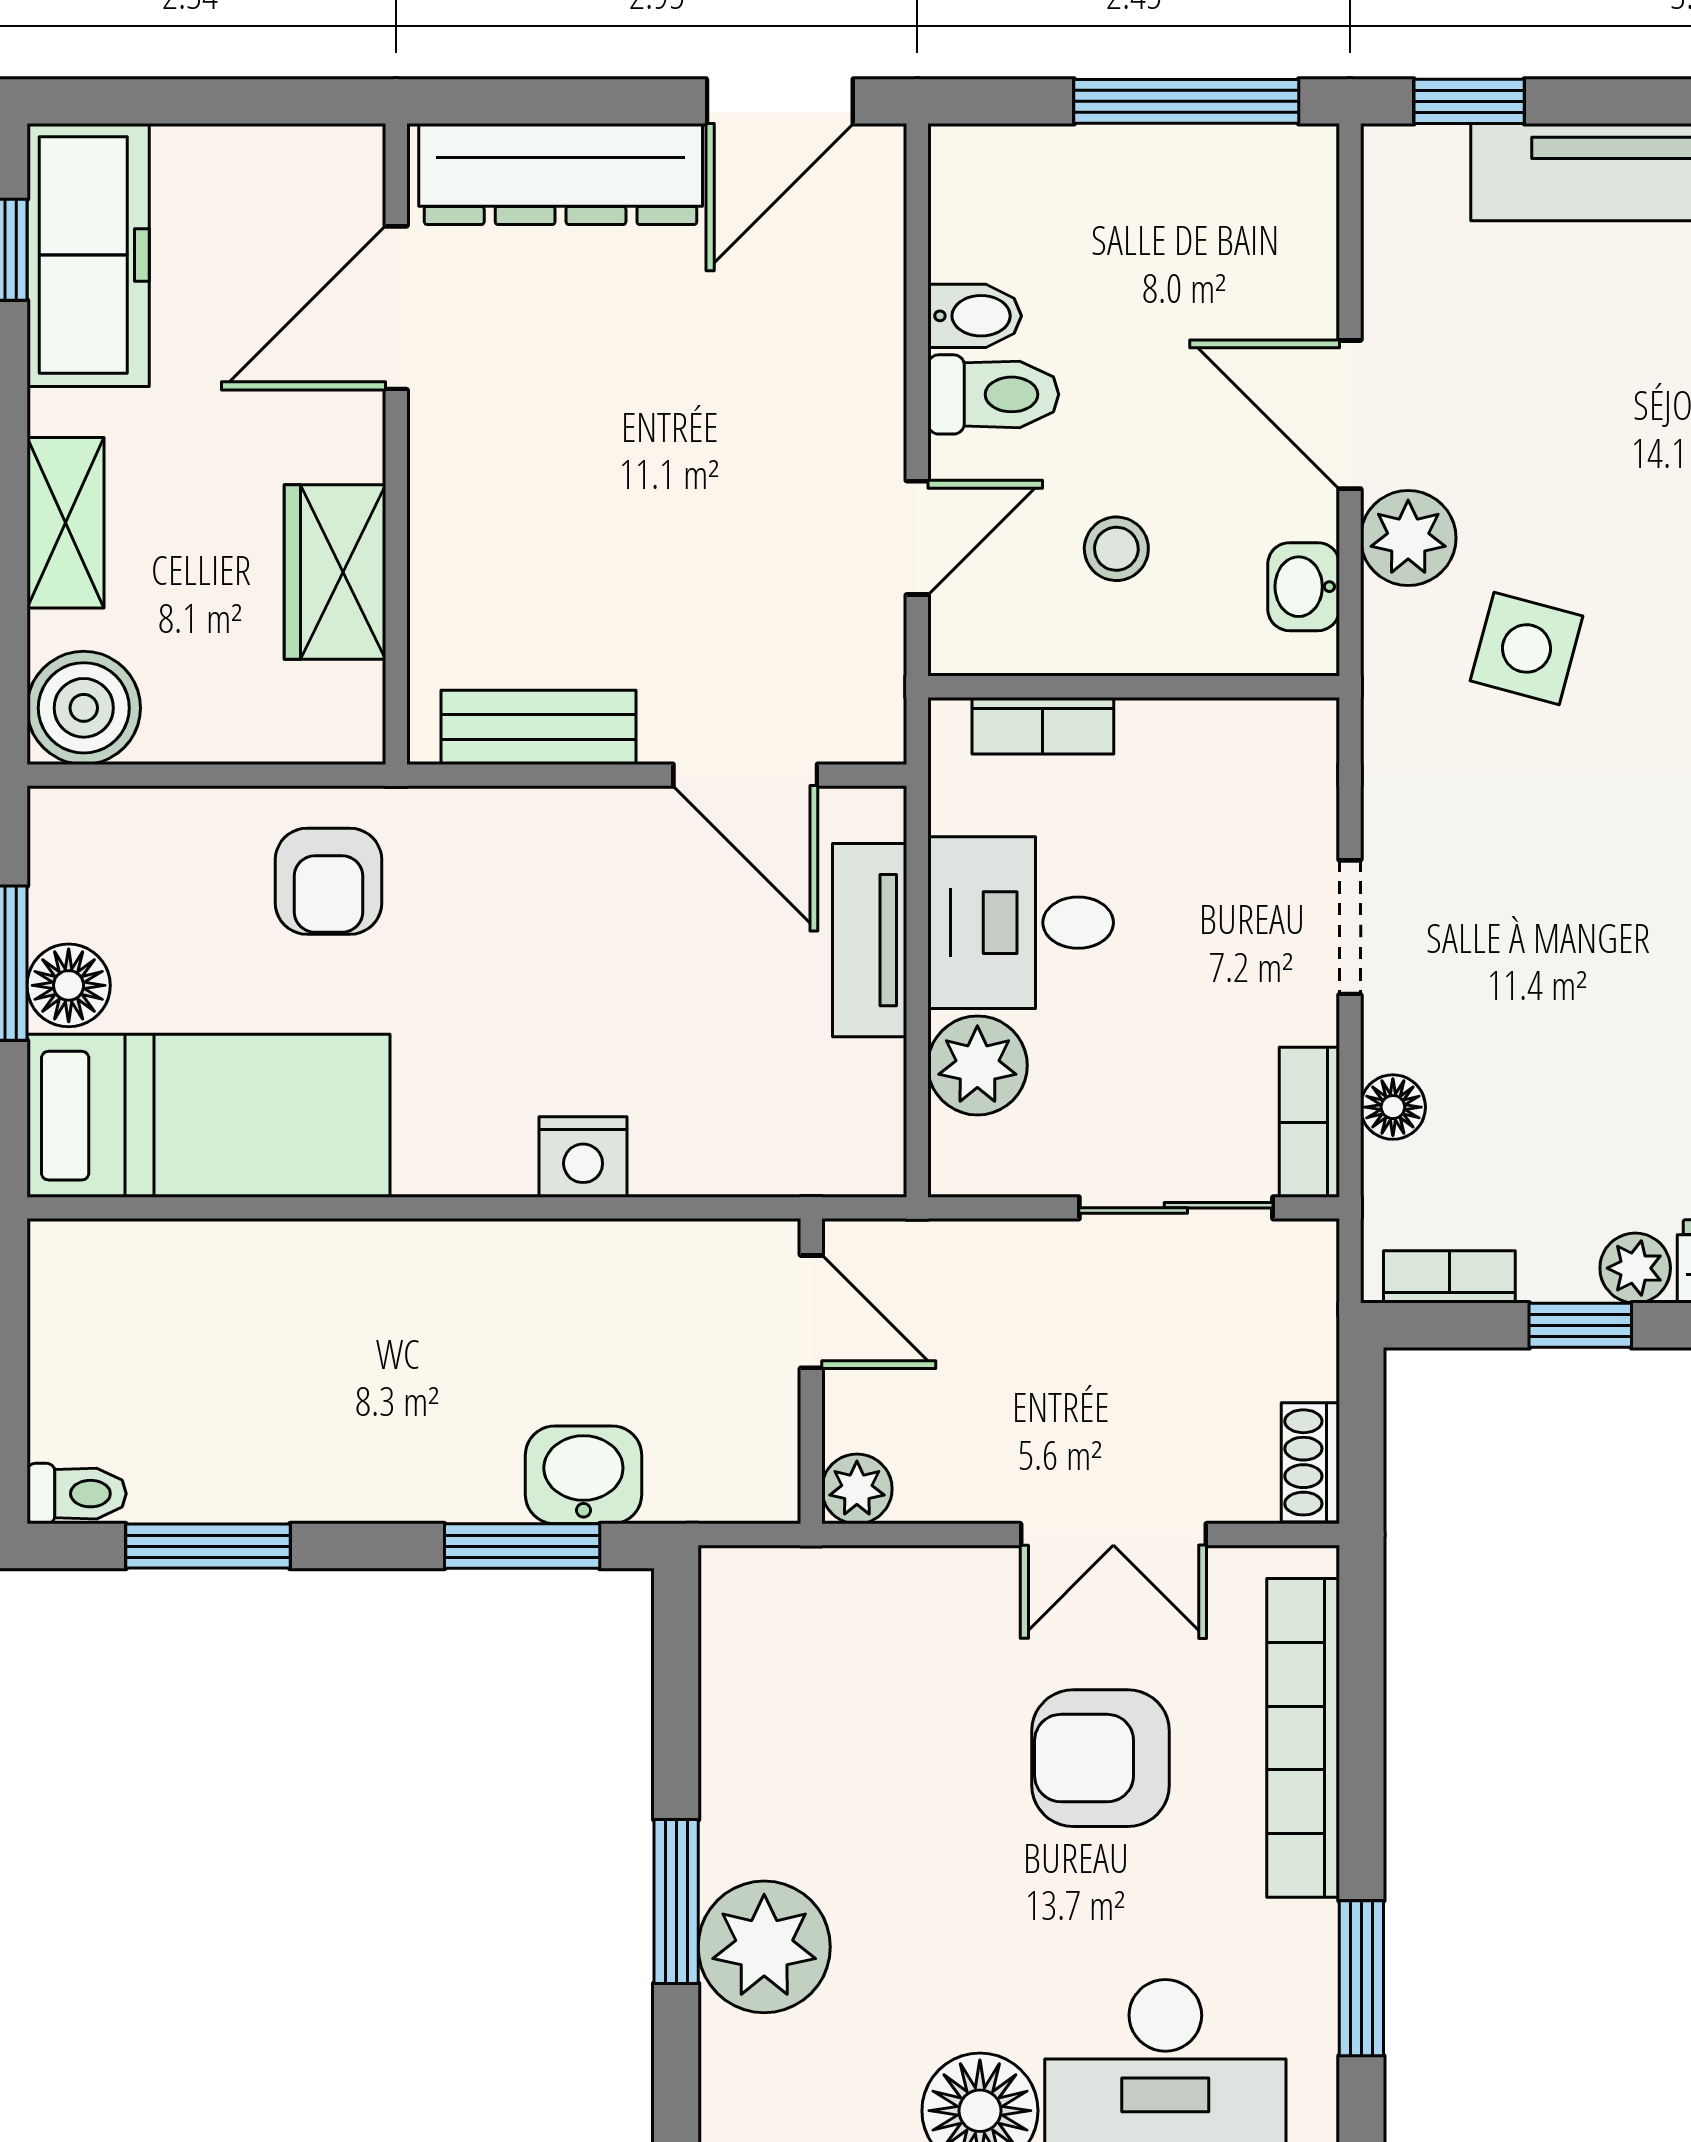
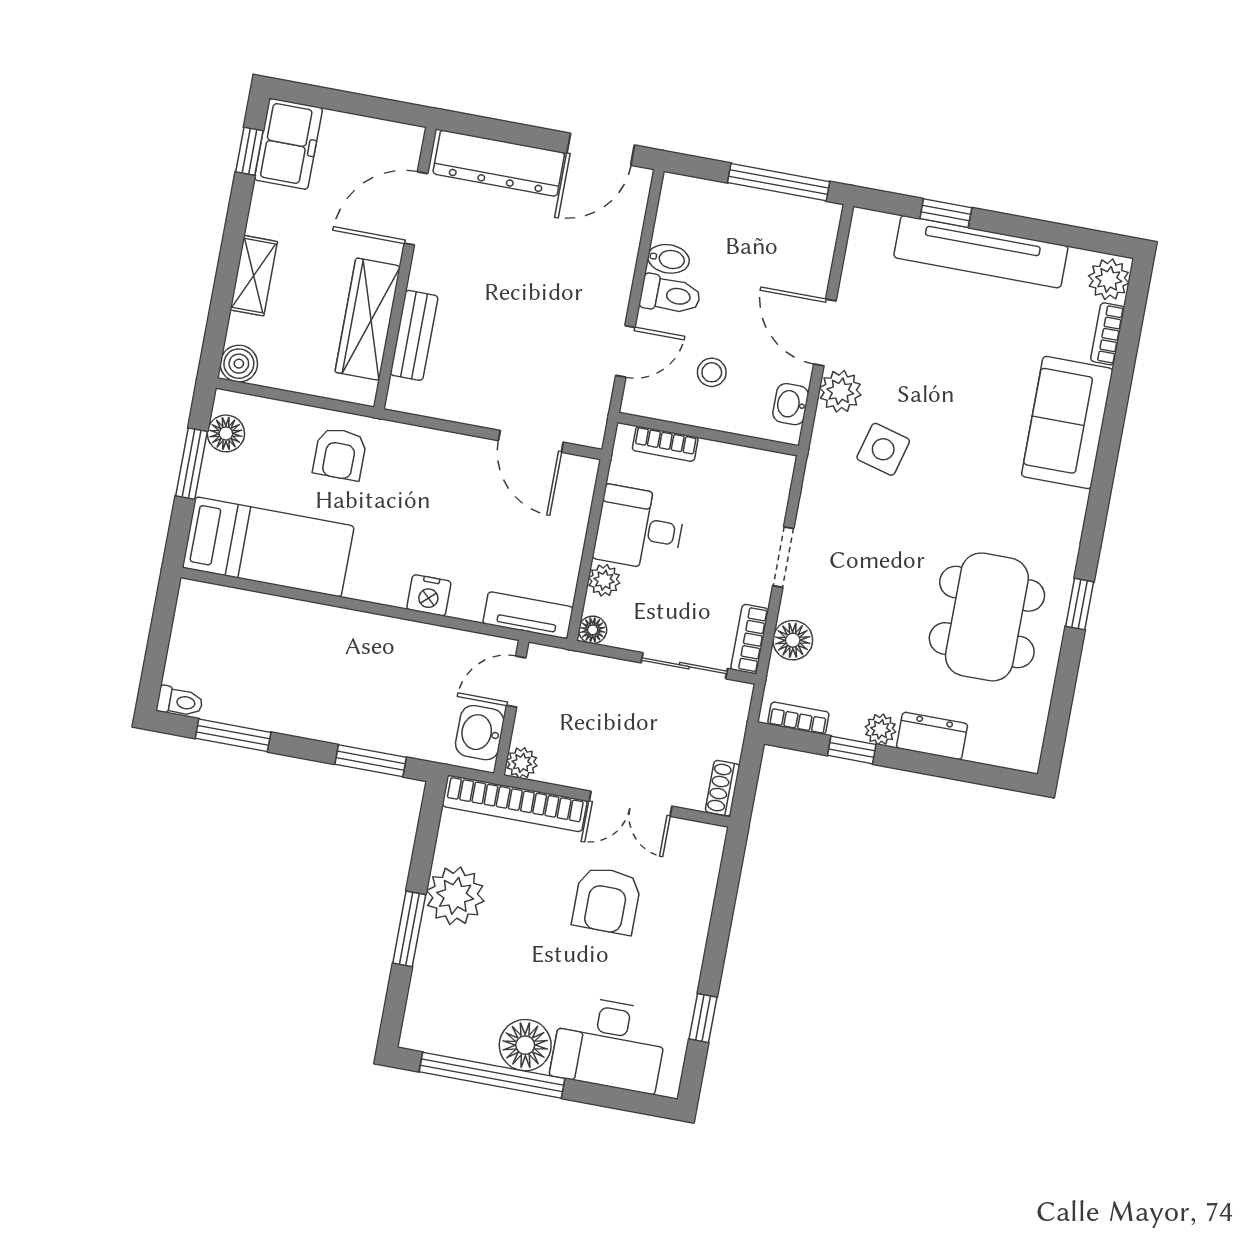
window: (1469, 101) -> (946, 213), moved
freezer: (88, 255) -> (288, 144), width x0.71
wardrobe: (335, 572) -> (368, 319), width x1.50
boiler: (84, 708) -> (239, 364), width x0.73, depth x0.73
bench: (538, 727) -> (414, 335), moved, turned 90
tv unit: (870, 940) -> (528, 615), moved, turned 90
floor lamp: (69, 985) -> (226, 433), moved
plant: (977, 1065) -> (604, 580), width x0.73, depth x0.73
floor lamp: (1393, 1107) -> (793, 640), width x1.37, depth x1.37
floor lamp: (959, 1166) -> (593, 630), added
door: (811, 1312) -> (516, 682), swing flipped
washbasin: (583, 1475) -> (480, 733), moved, turned -90
bookcase: (1303, 1738) -> (515, 803), moved, turned -90
armchair: (1101, 1758) -> (607, 900), turned -90
plant: (764, 1947) -> (455, 896), moved
window: (1361, 1978) -> (703, 1018), width x0.67

